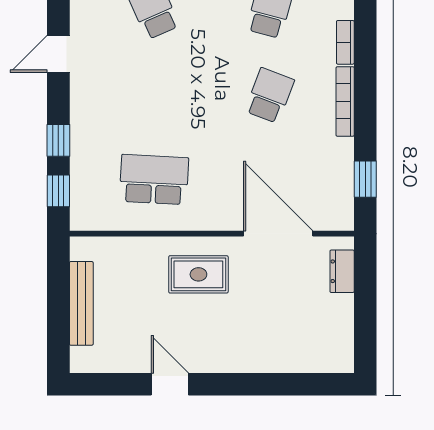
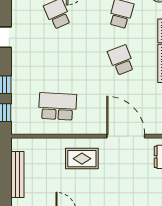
school desk: (270, 95) -> (121, 60), turned -42

